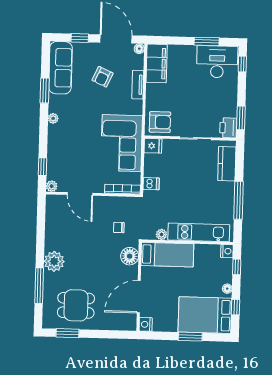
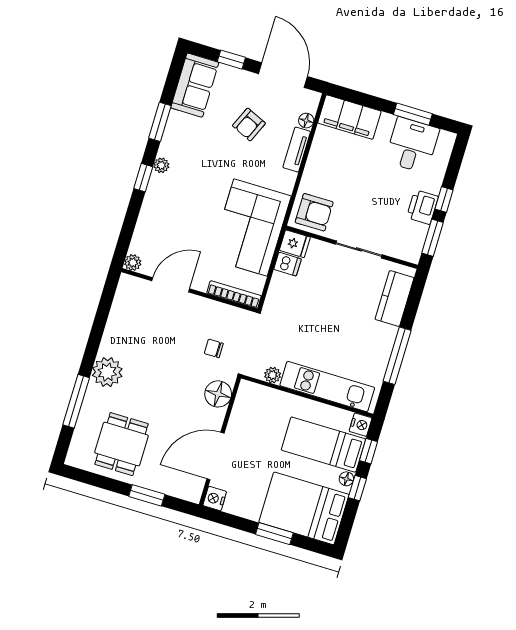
floor lamp: (139, 49) -> (306, 121), moved
desk: (217, 62) -> (412, 145), width x0.73
filing cabinet: (157, 63) -> (349, 117), moved, turned 90
window: (242, 64) -> (444, 199), moved
sofa: (60, 68) -> (195, 85), width x0.73
printer: (228, 128) -> (422, 207), moved
window: (42, 167) -> (143, 178), moved
dishwasher: (151, 184) -> (287, 264), moved
door: (80, 194) -> (171, 285), swing flipped
bed: (167, 255) -> (323, 445), moved, turned 180
dining table: (76, 305) -> (122, 444), turned 90
window: (236, 307) -> (357, 488), moved
window: (68, 333) -> (147, 495), moved

